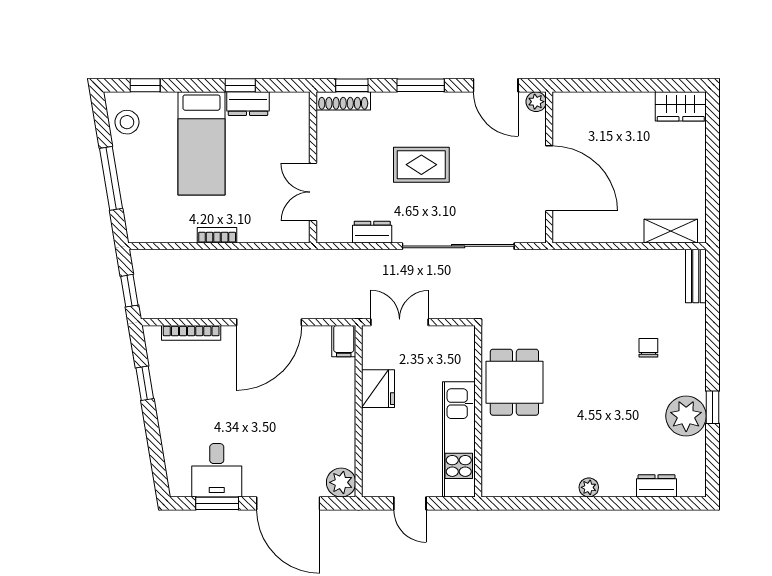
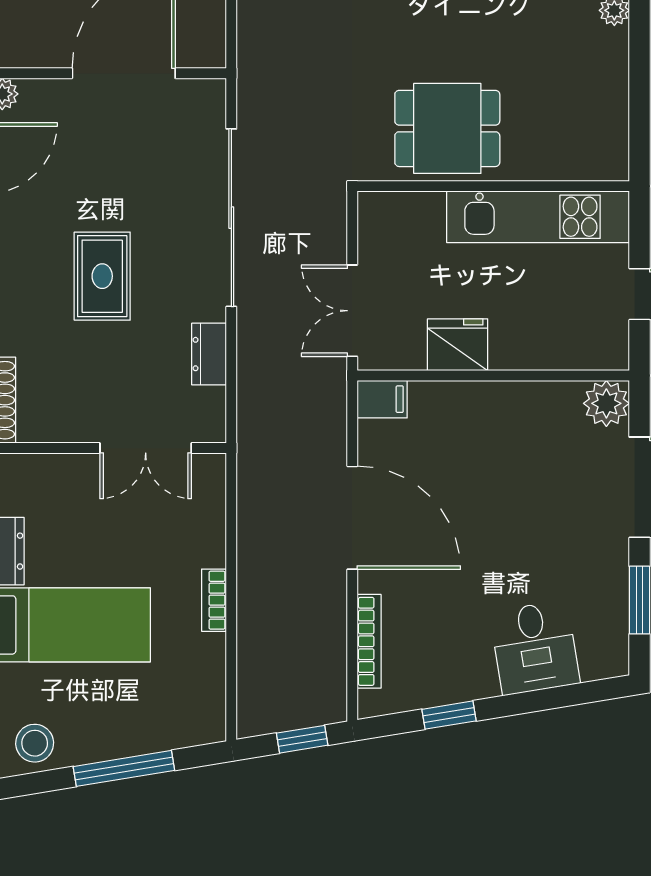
desk: (217, 470) -> (535, 648), moved, turned 81

